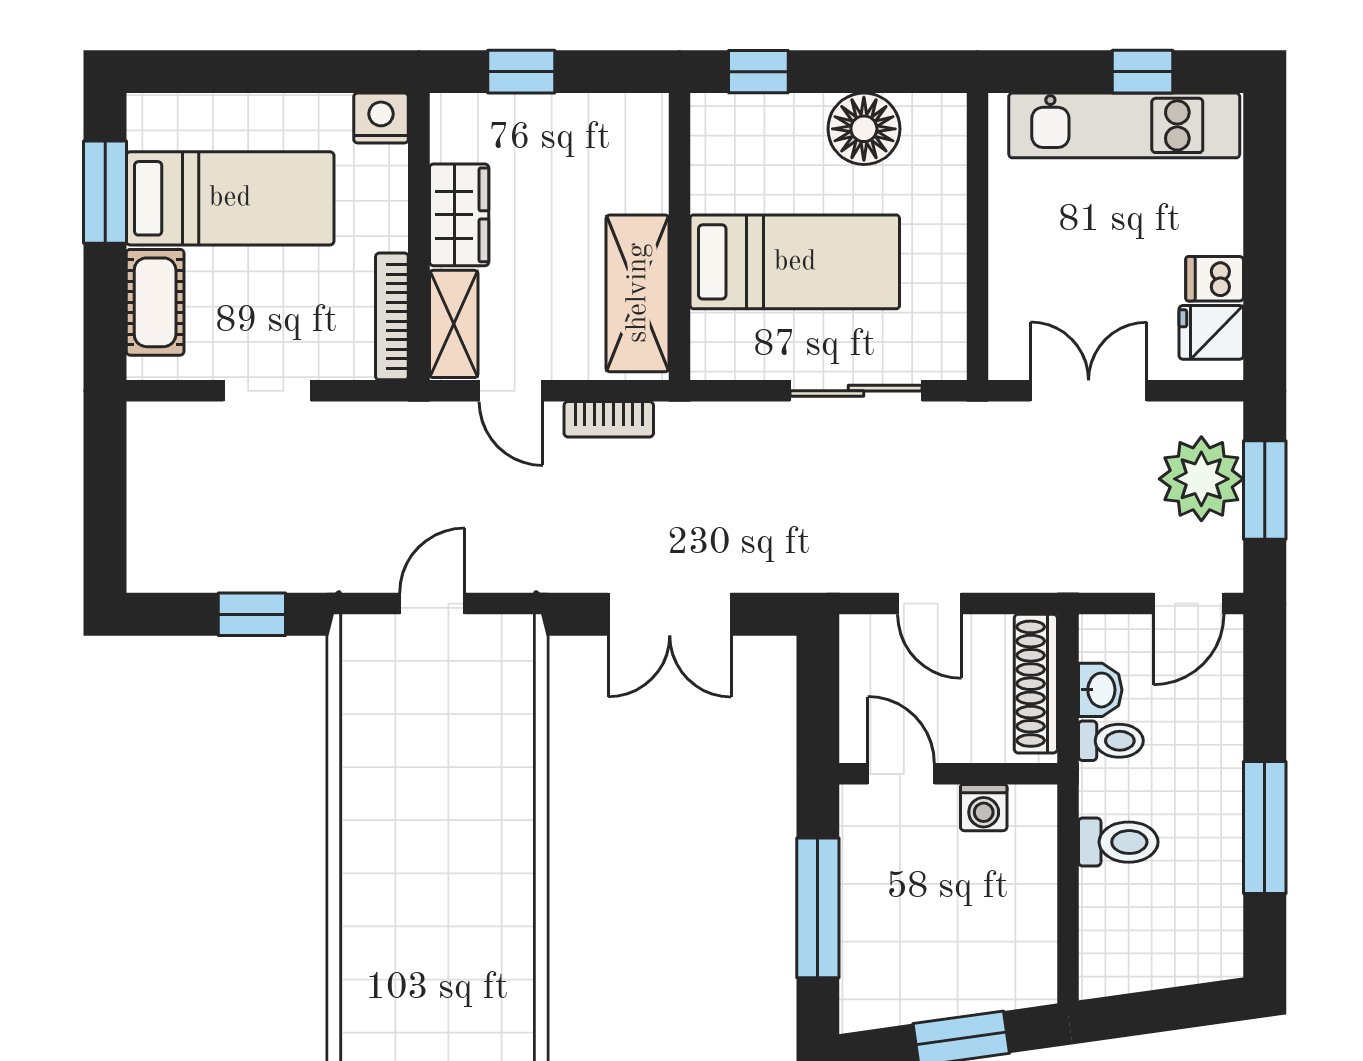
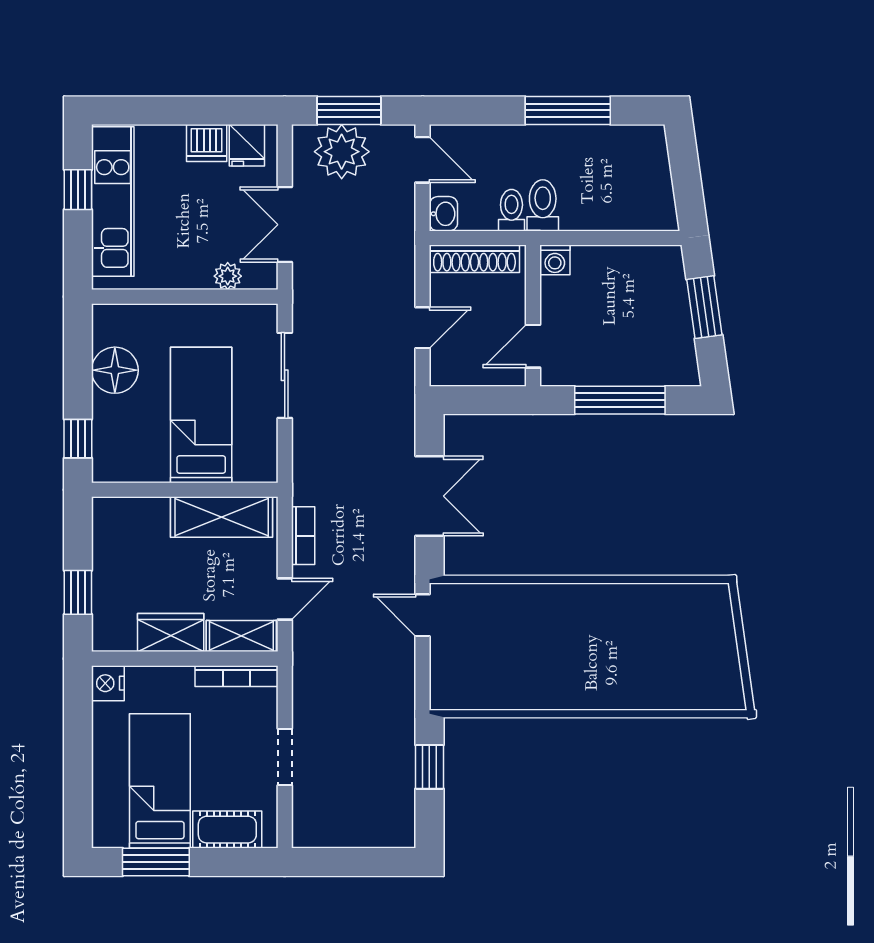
dishwasher: (1215, 279) -> (207, 143), width x1.38
plant: (1009, 303) -> (228, 276), added
door: (432, 604) -> (423, 615), moved
washbasin: (1100, 690) -> (443, 214), moved, turned 90
washing machine: (984, 808) -> (555, 260), moved, turned 90
toilet: (1118, 842) -> (543, 205), moved

